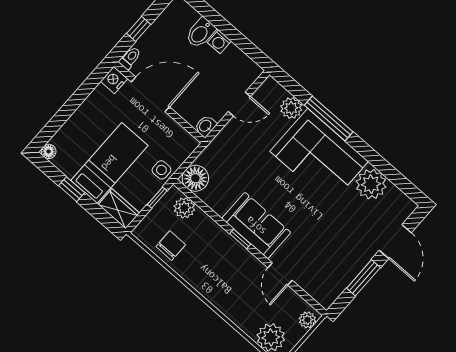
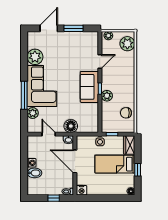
door: (150, 94) -> (75, 161), moved
floor lamp: (195, 178) -> (71, 126), moved
plant: (184, 208) -> (107, 96), moved

